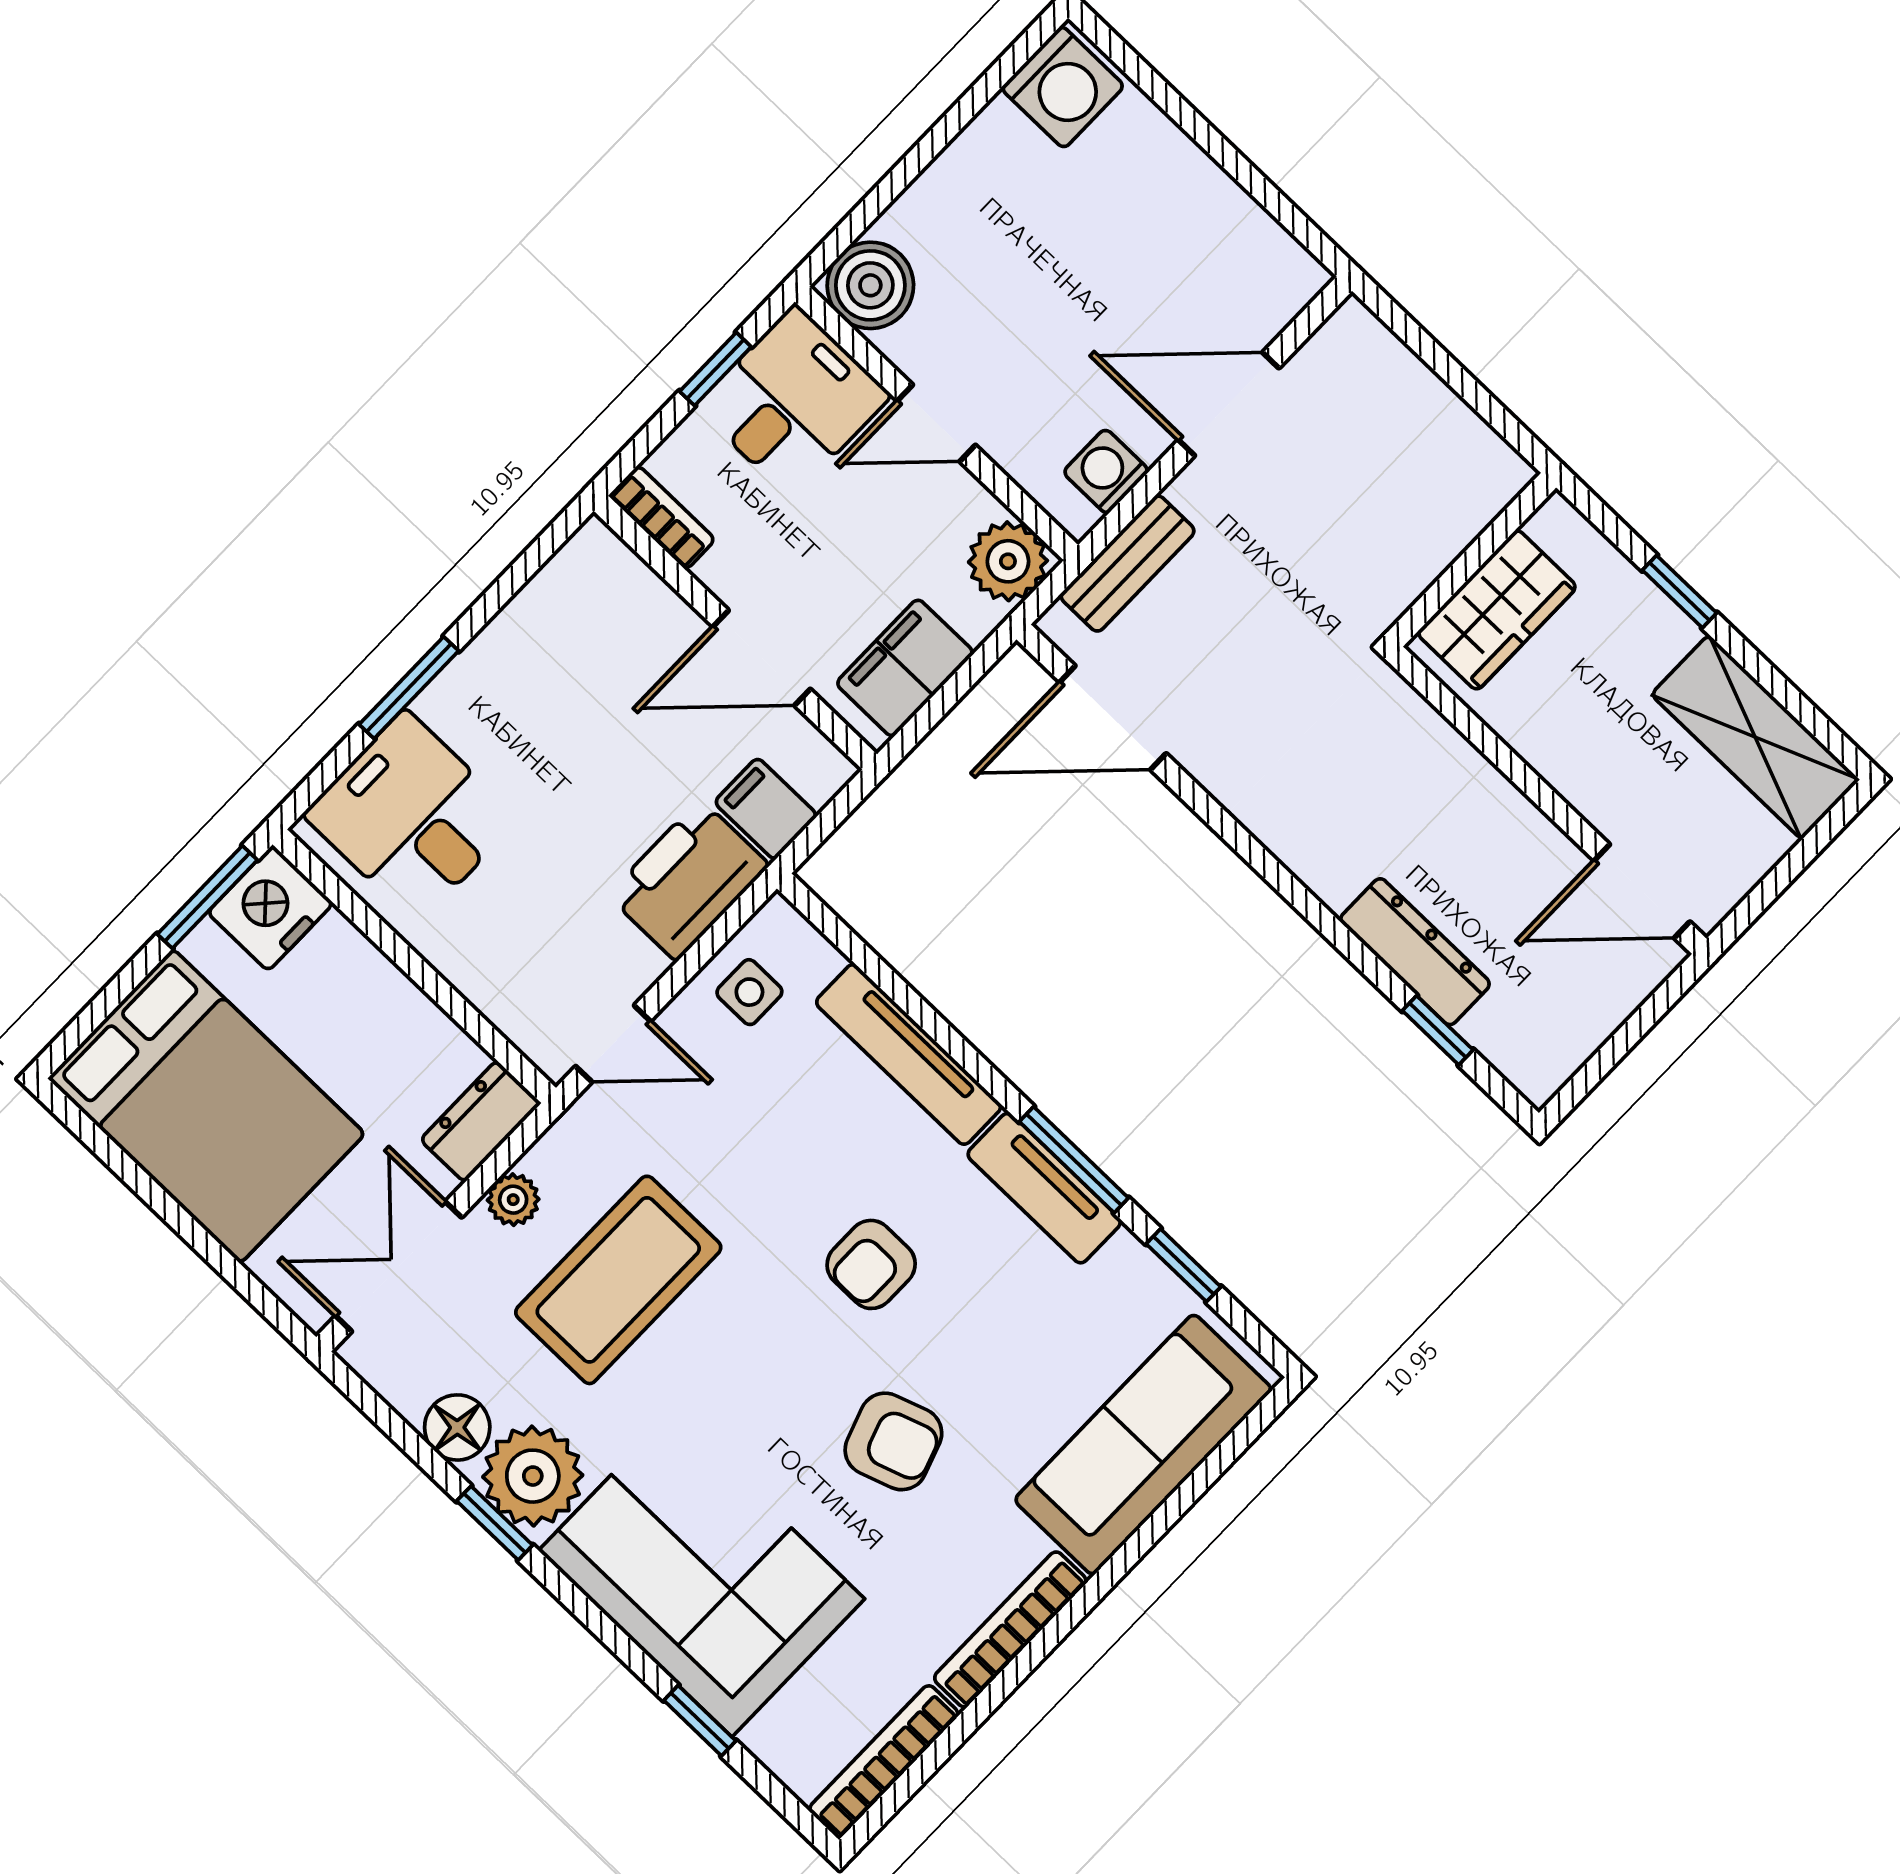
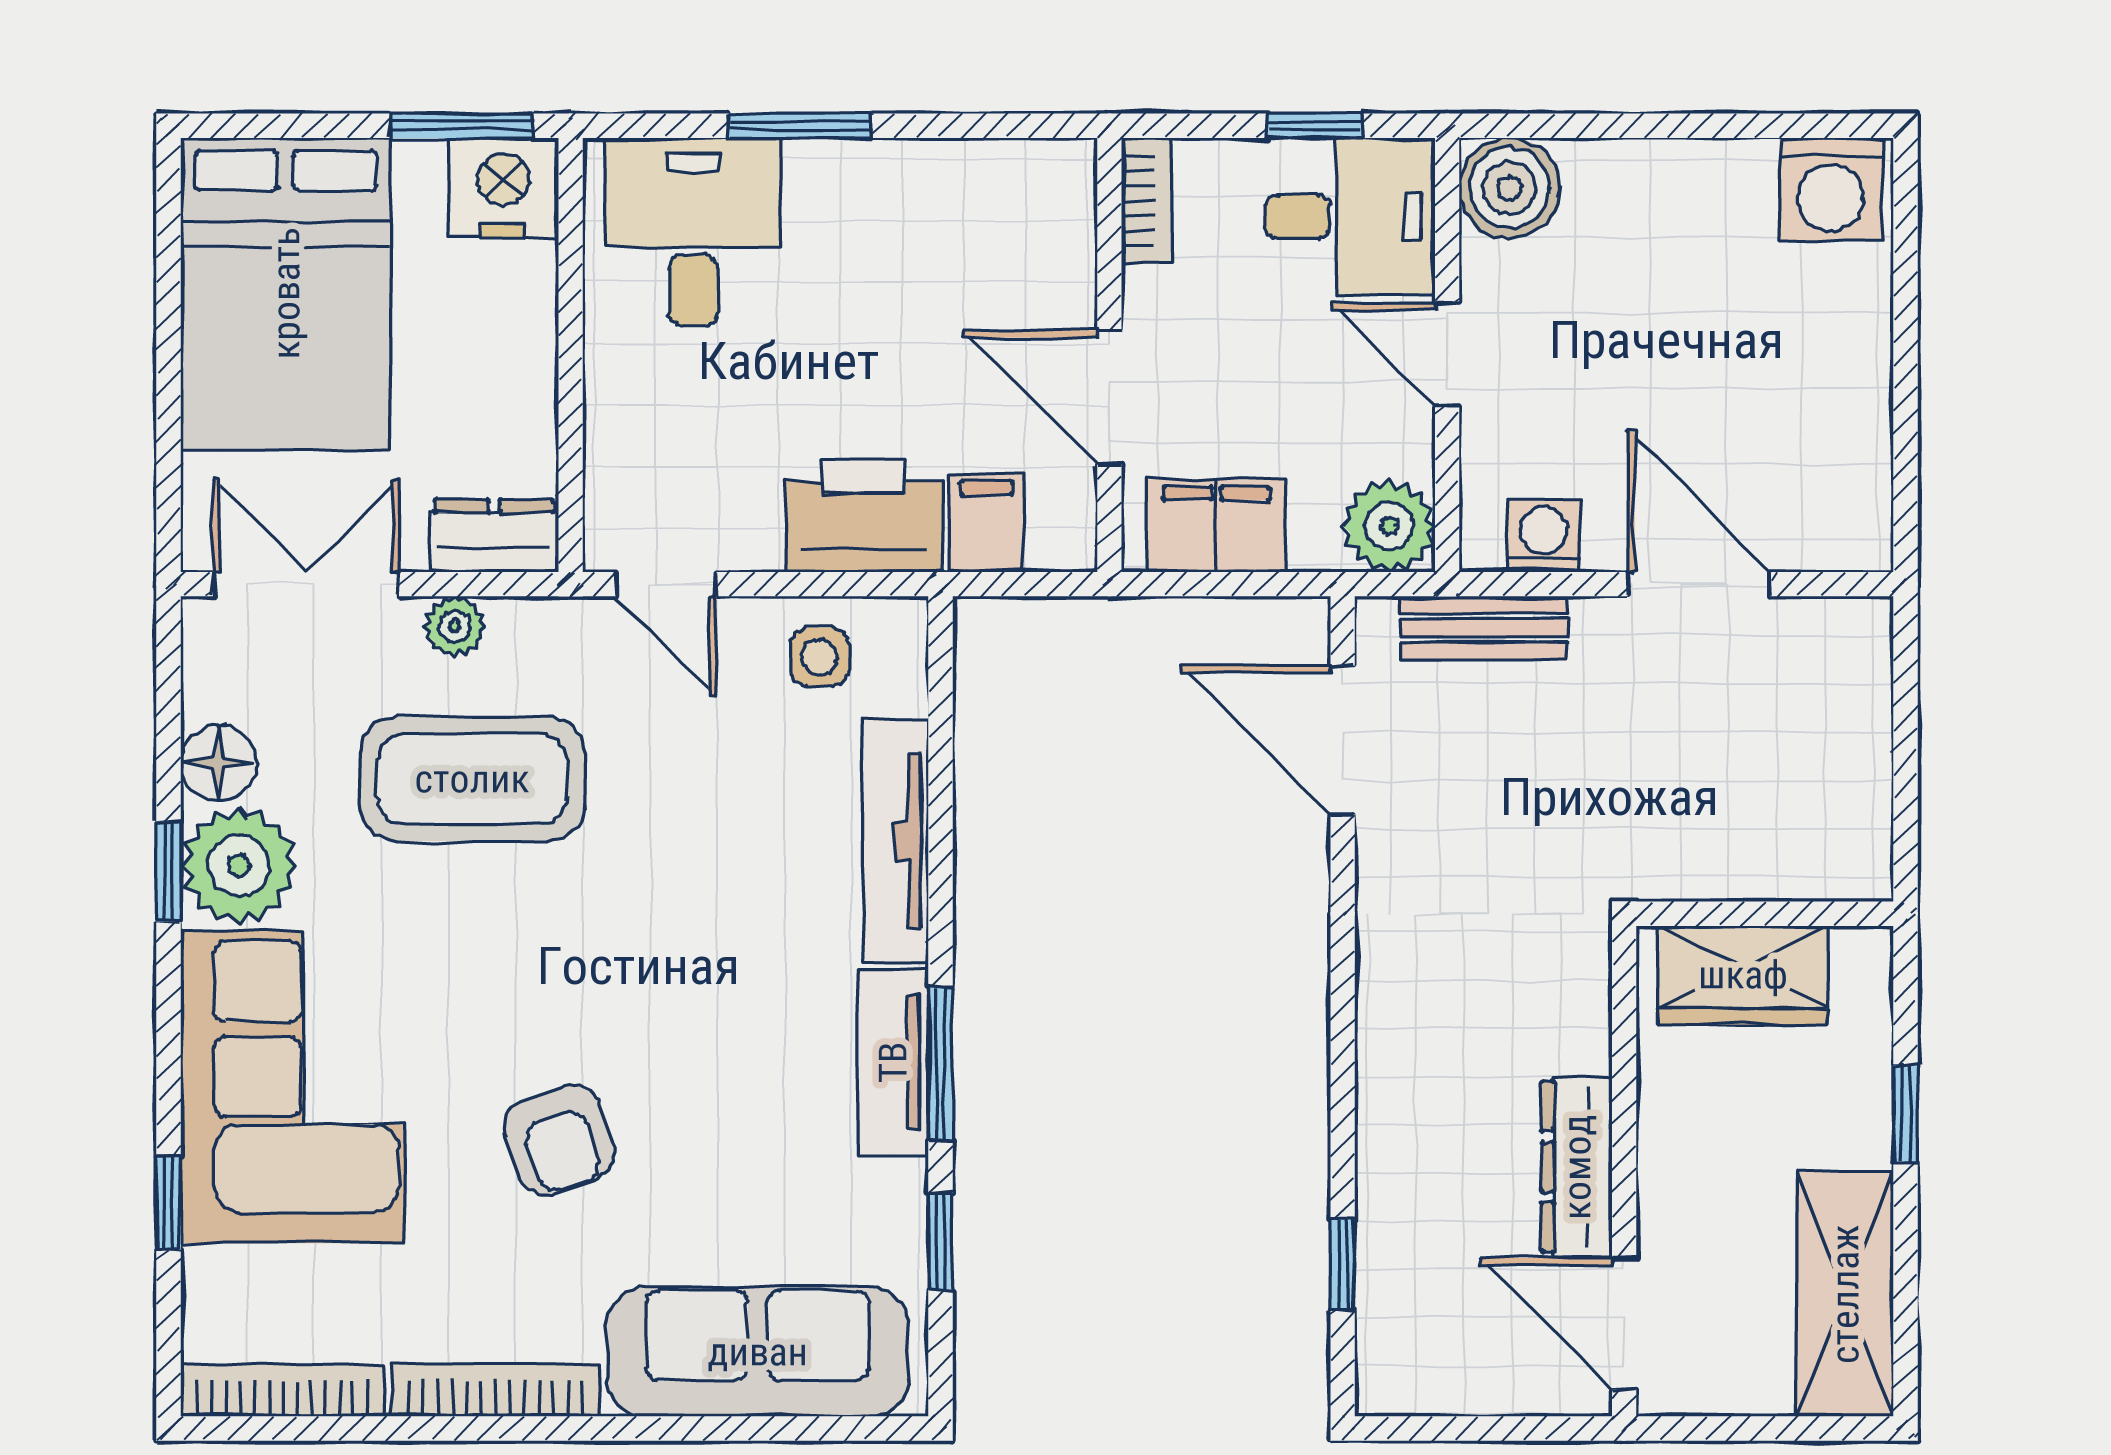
dresser: (1415, 952) -> (1577, 1167), moved, turned 180
armchair: (871, 1264) -> (689, 979), removed

